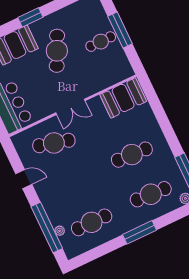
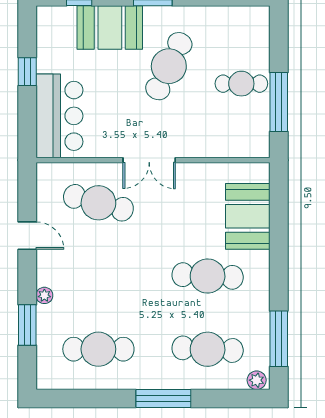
window: (120, 30) -> (279, 102), moved
booth: (123, 98) -> (248, 216), moved, turned 90
window: (47, 228) -> (27, 325), width x0.47
plant: (60, 231) -> (44, 295), moved

